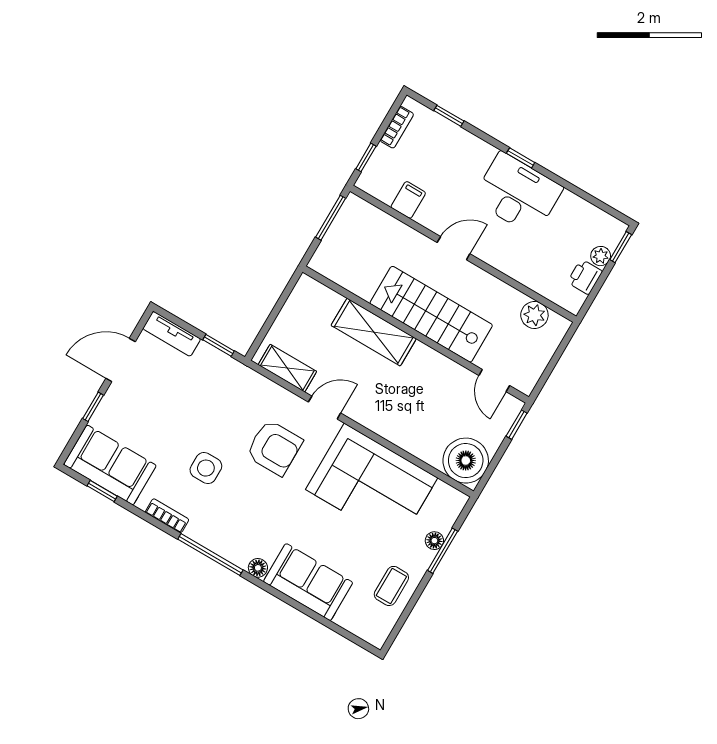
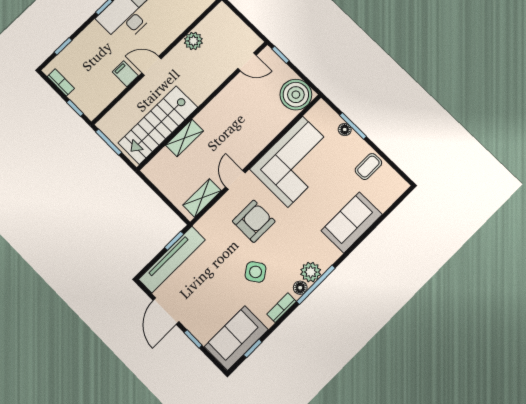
filing cabinet: (408, 200) -> (125, 74), moved
door: (454, 248) -> (152, 66), hinge flipped
stairs: (431, 314) -> (158, 125), moved
plant: (534, 315) -> (193, 41), moved
shelving: (374, 332) -> (185, 138), width x0.67, depth x0.75
tv unit: (172, 334) -> (172, 260), width x1.92, depth x1.29
side table: (206, 468) -> (256, 272), turned -35
plant: (226, 543) -> (311, 272), added
floor lamp: (258, 568) -> (300, 288), moved
coffee table: (391, 586) -> (368, 167), turned 90

